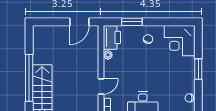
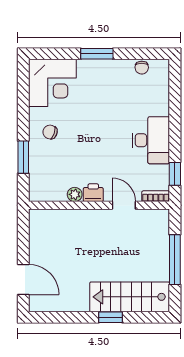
door: (79, 22) -> (23, 279), moved
printer: (112, 37) -> (93, 193), moved, width x0.53, depth x0.68
window: (29, 78) -> (111, 317), width x0.32

